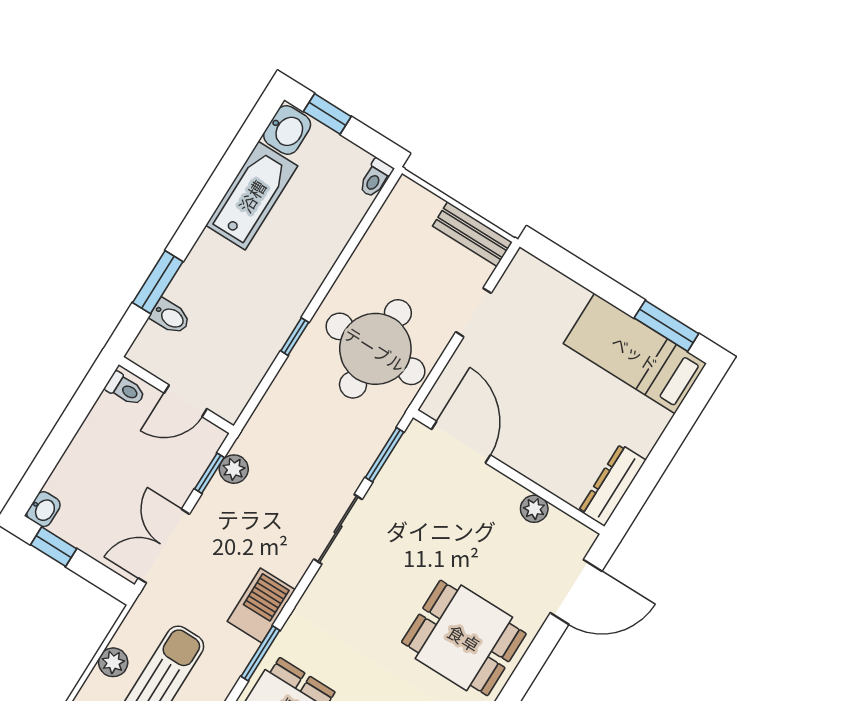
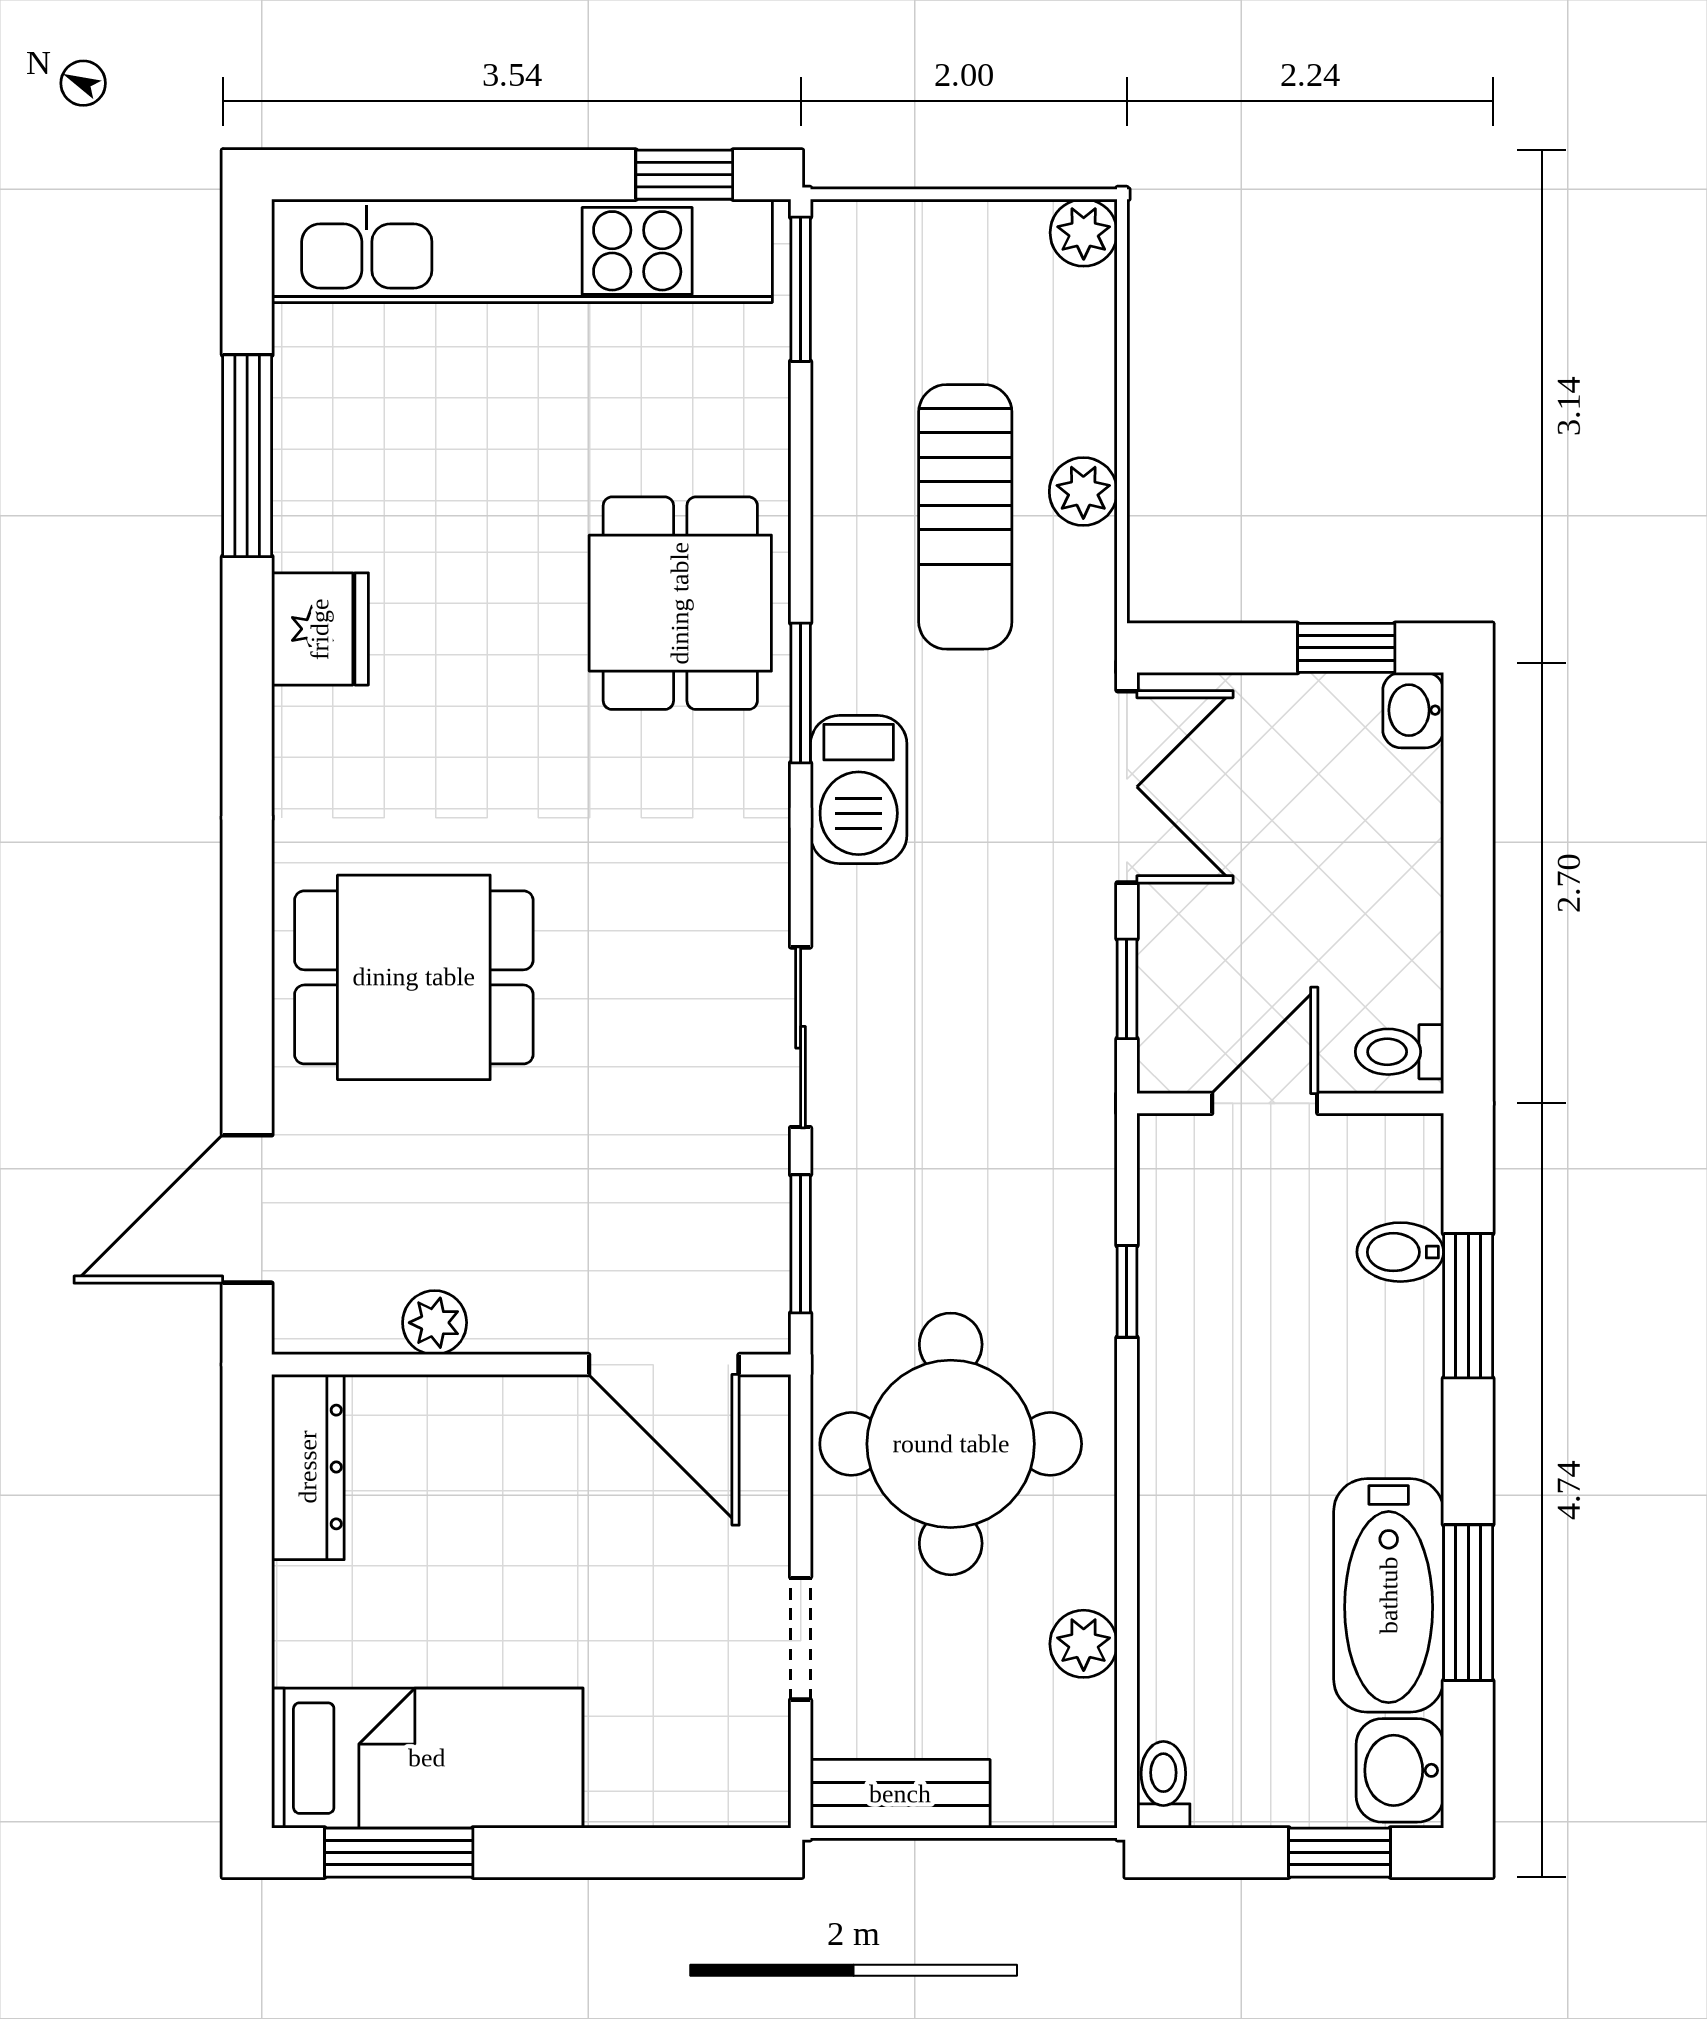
window: (225, 175) -> (1468, 1603), added
window: (295, 337) -> (1127, 1291), moved
plant: (234, 469) -> (1084, 1644), moved

